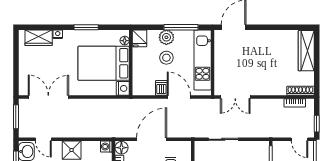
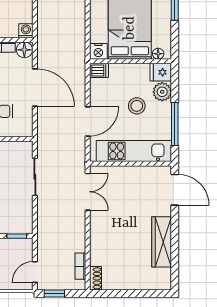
plant: (166, 37) -> (162, 92), moved
wardrobe: (306, 51) -> (162, 242), moved, turned -90
dishwasher: (161, 88) -> (99, 70), moved
shoe rack: (300, 91) -> (95, 278), width x0.70
double door: (235, 97) -> (88, 192), swing flipped

